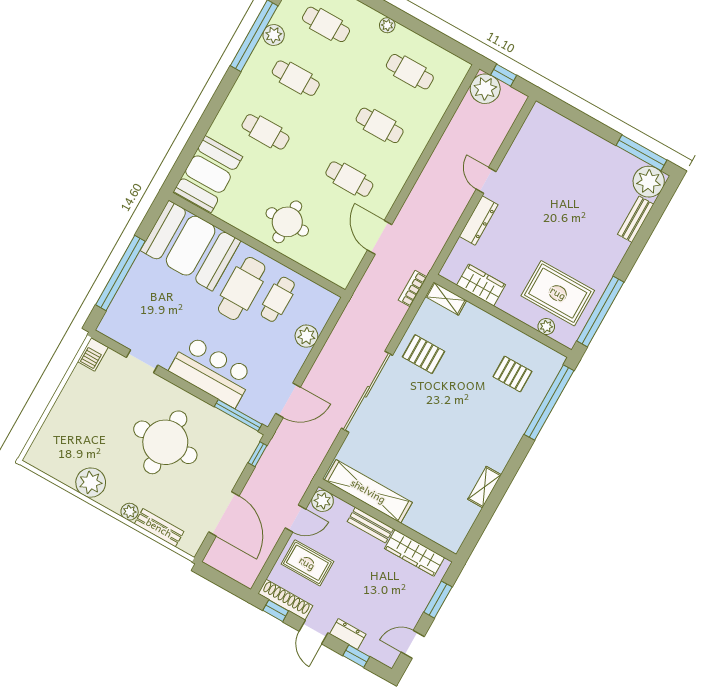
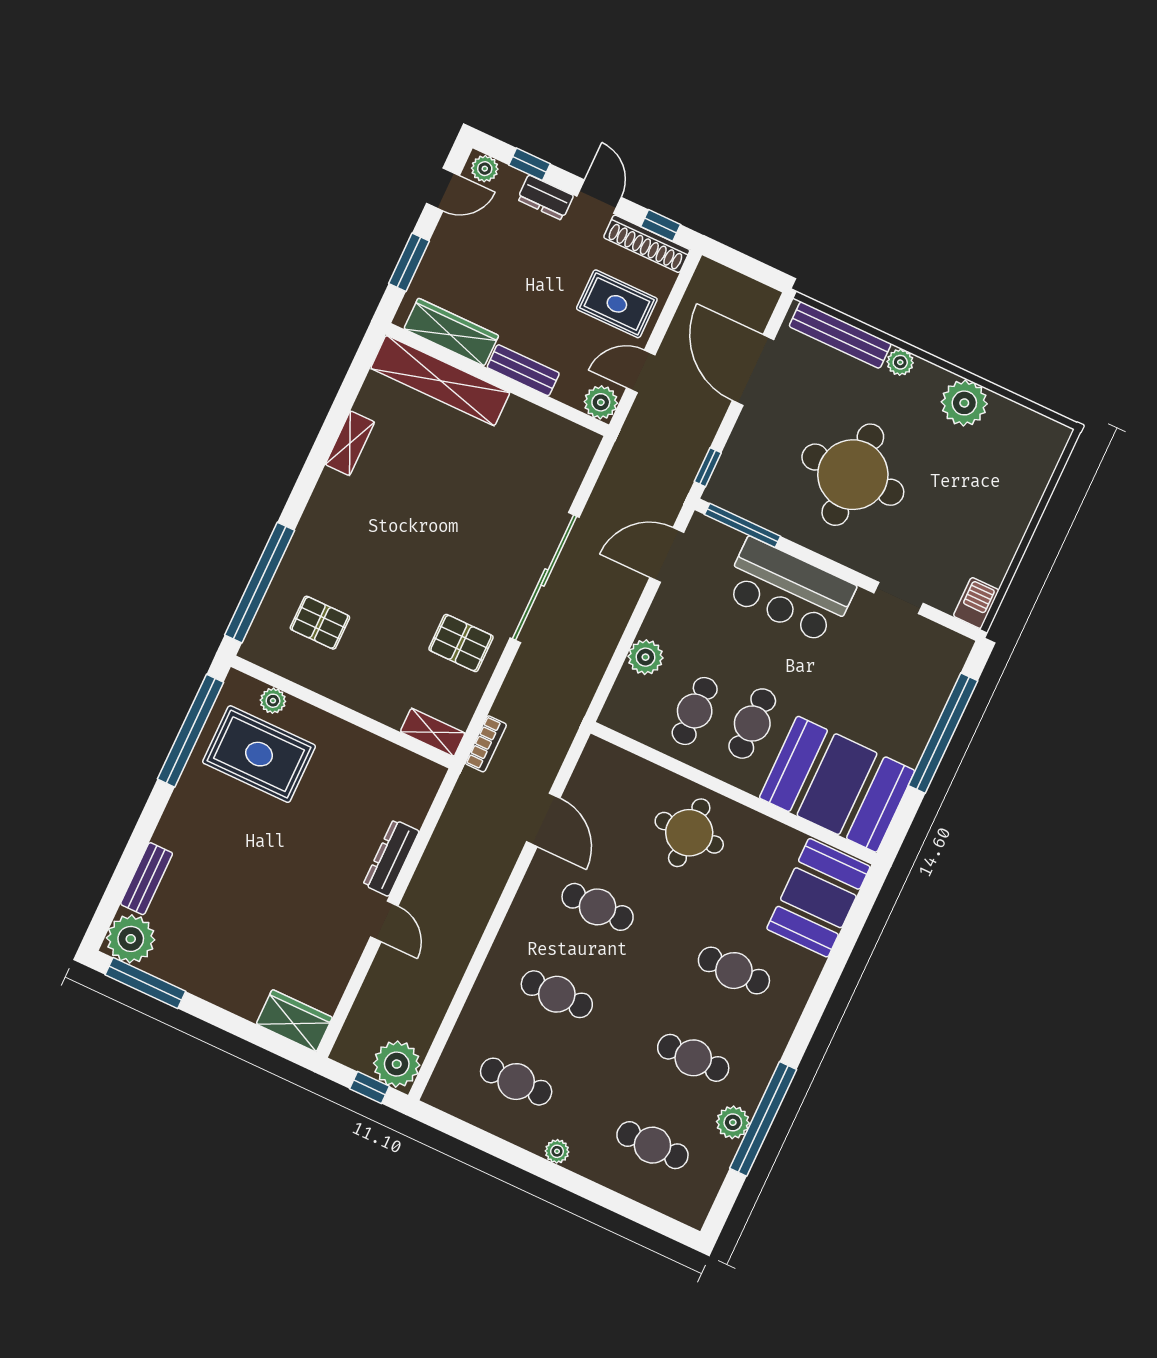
wardrobe: (481, 285) -> (294, 1021), moved, turned 180
cafe table: (242, 288) -> (752, 724), width x0.73, depth x0.74
shelving: (368, 491) -> (440, 381), moved
bench: (159, 528) -> (840, 335), width x1.36
plant: (385, 656) -> (485, 169), added

